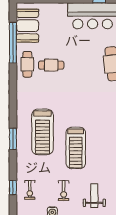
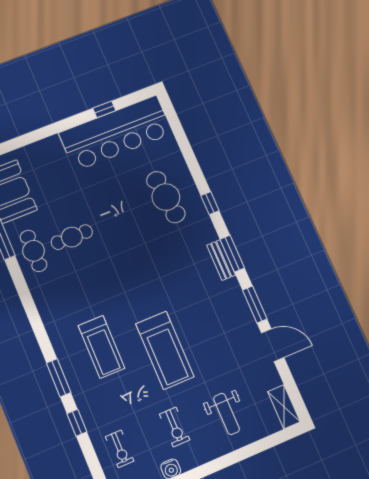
treadmill: (43, 132) -> (101, 347), width x0.73, depth x0.73
window: (13, 188) -> (77, 423), moved
weight bench: (94, 196) -> (227, 414), turned 180

